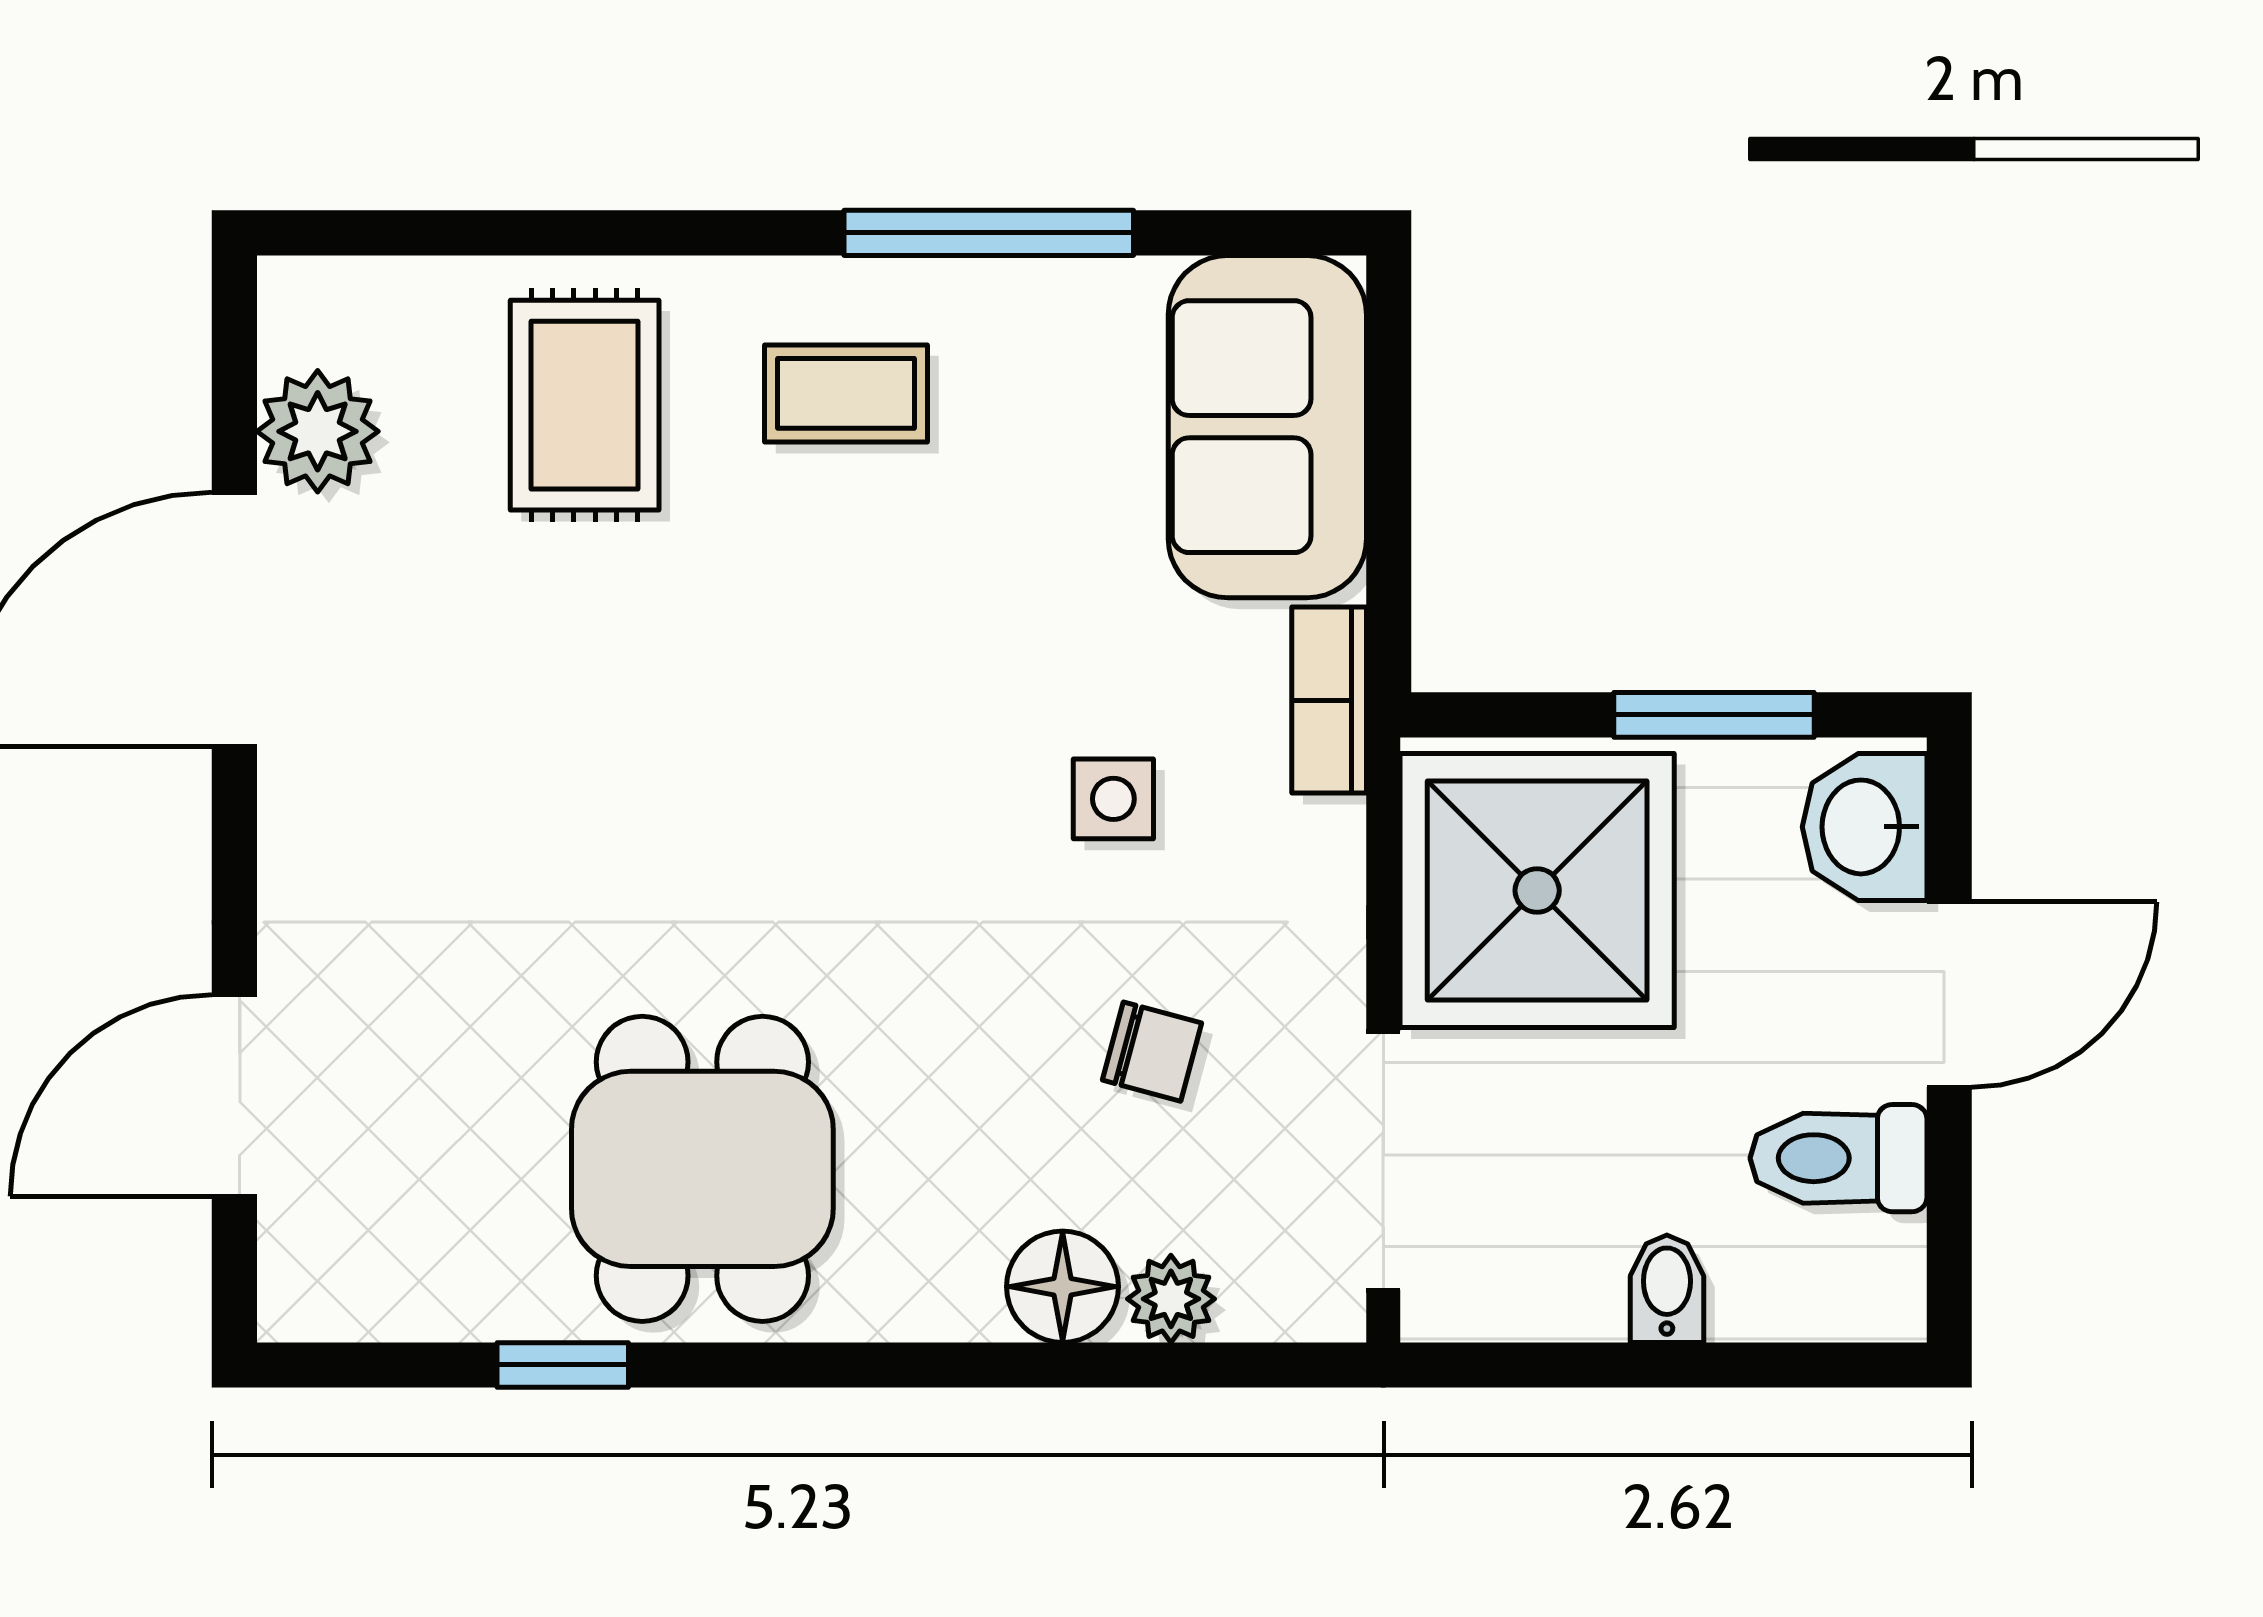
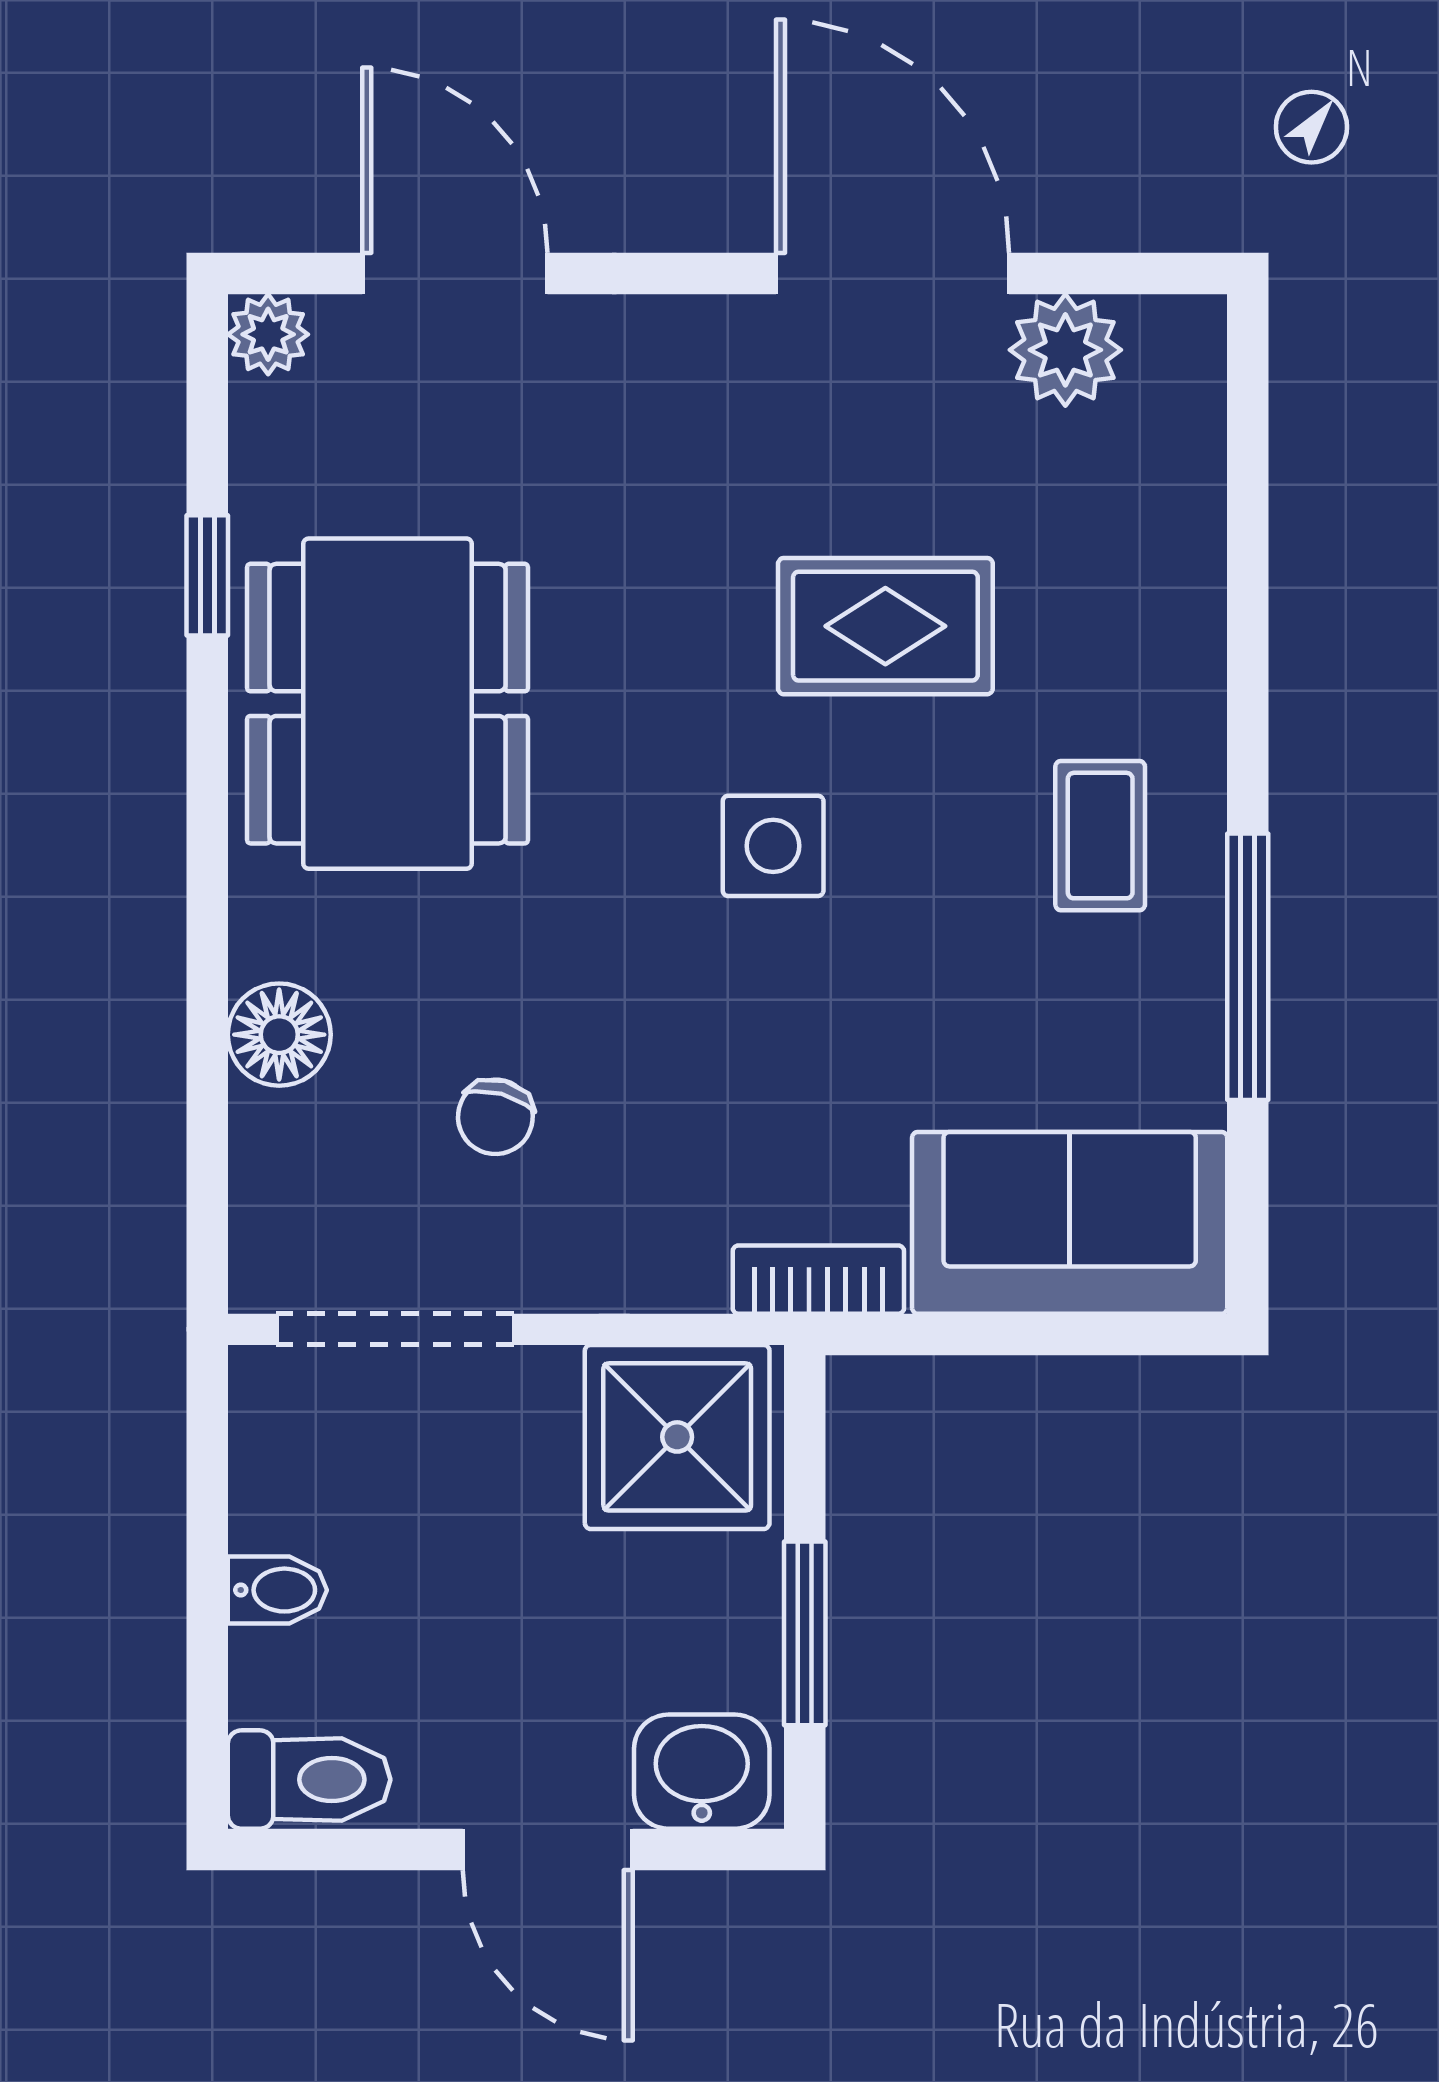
rug: (585, 405) -> (885, 626), moved
side table: (1113, 799) -> (773, 846), moved, width x1.37, depth x1.37
shower: (1537, 890) -> (677, 1437), width x0.73, depth x0.73
toilet: (1838, 1158) -> (309, 1780), moved, turned 90
dining table: (702, 1169) -> (388, 704), width x1.38
plant: (1171, 1299) -> (268, 334), moved

